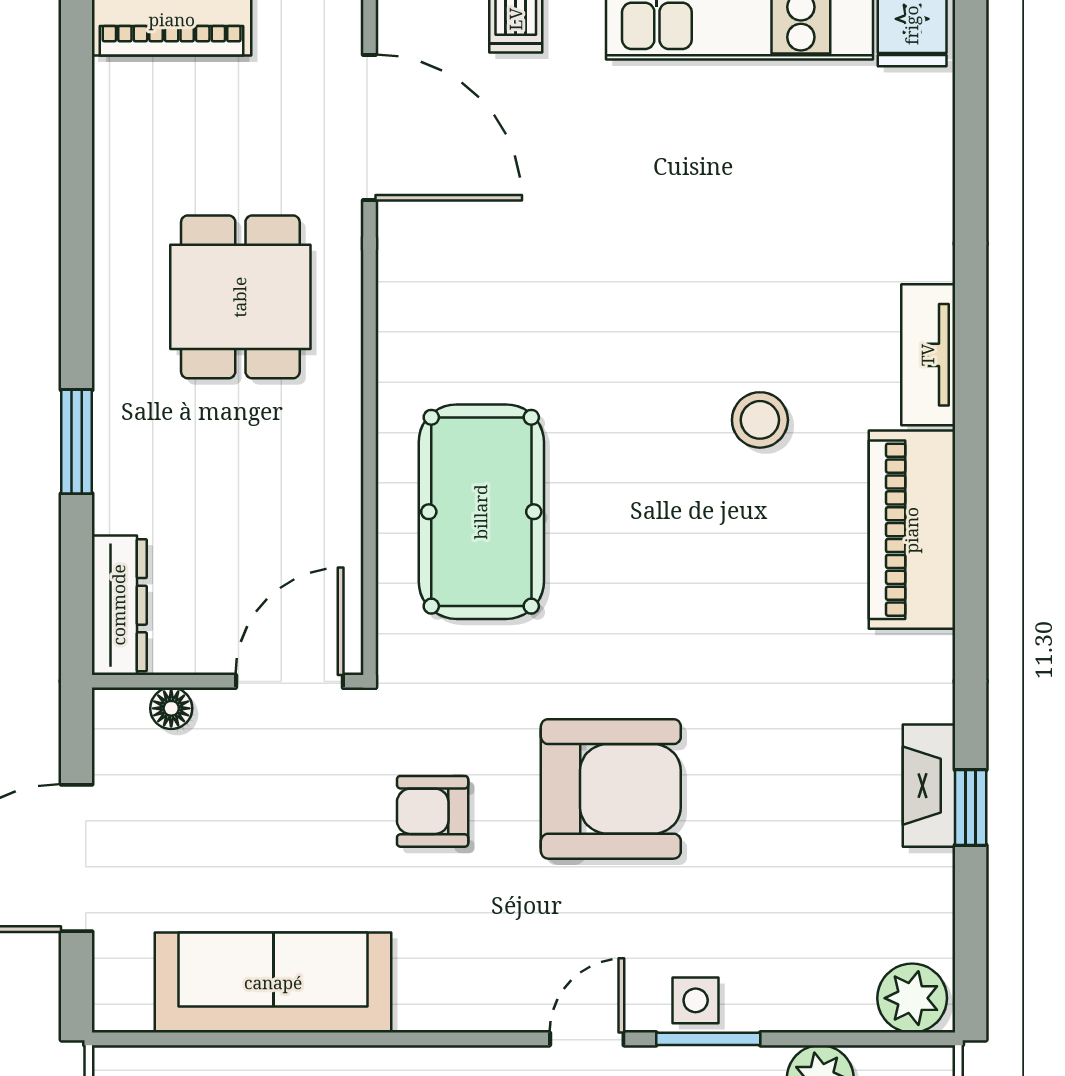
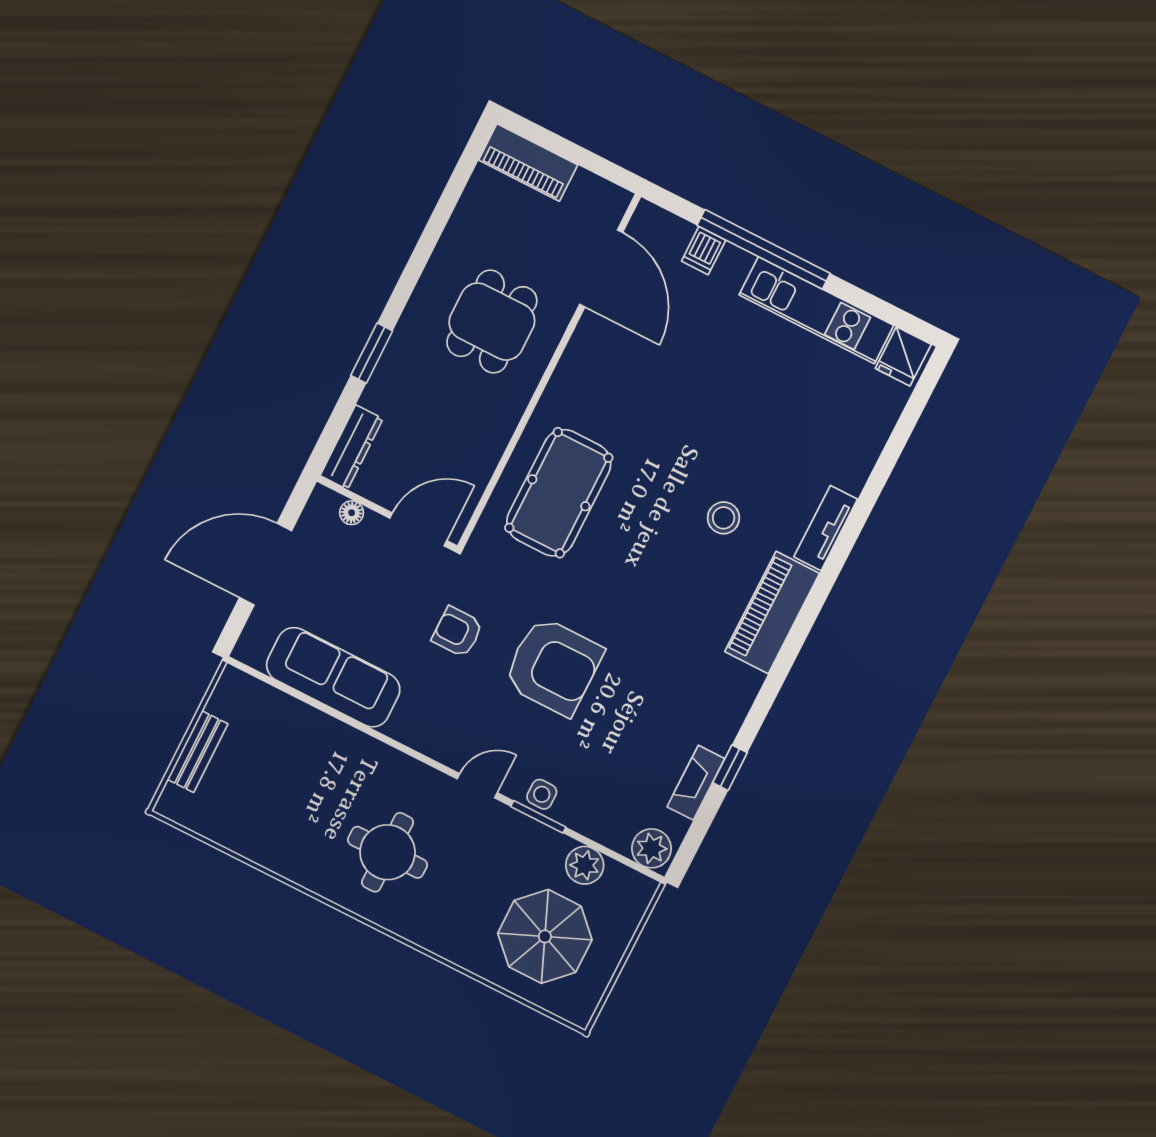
fireplace: (929, 786) -> (696, 783), moved

